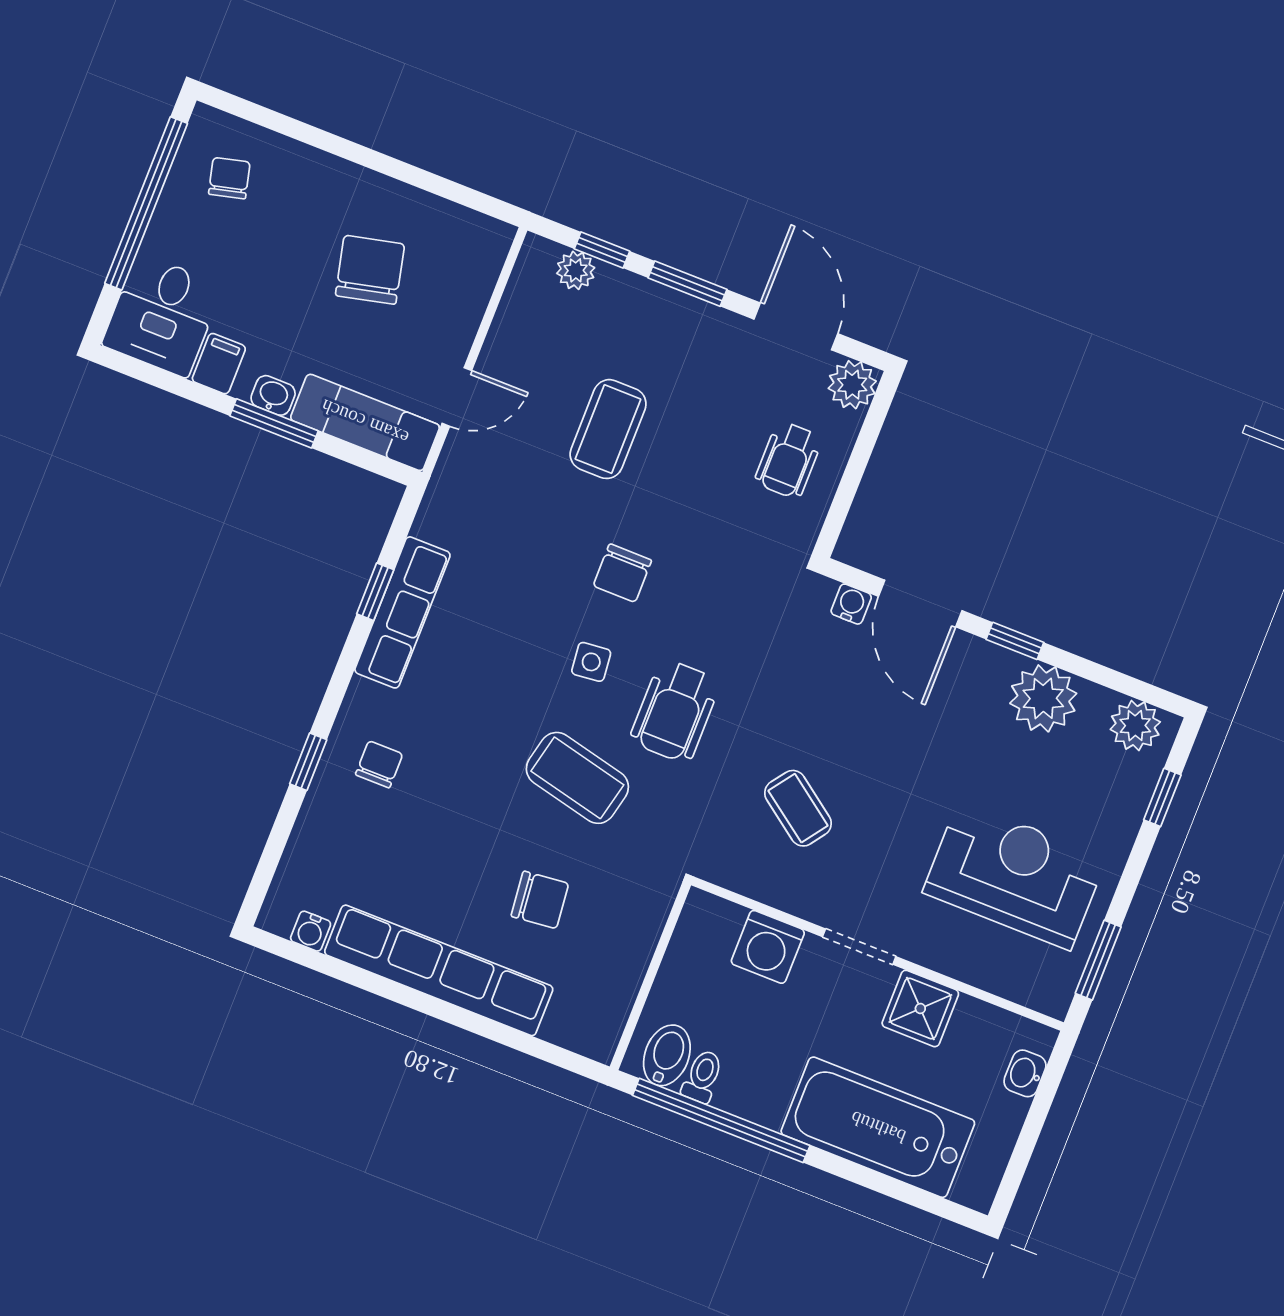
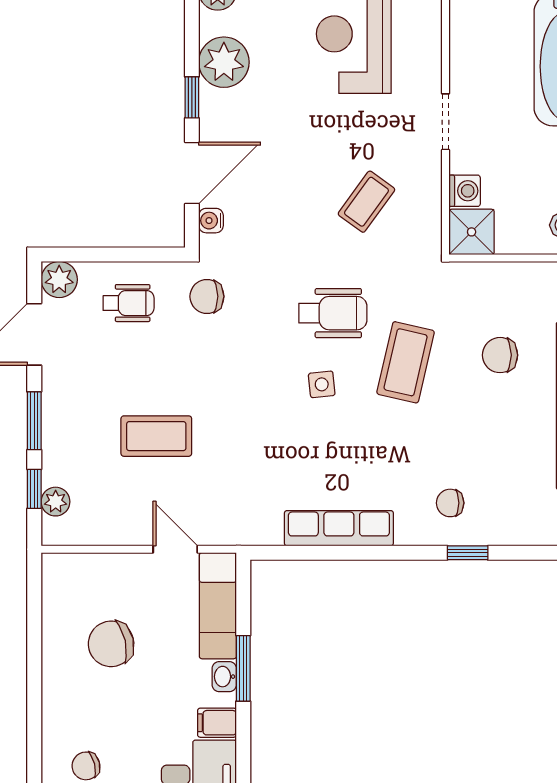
chair: (622, 573) -> (207, 296), moved, turned 180
window: (375, 592) -> (332, 553), removed
chair: (540, 900) -> (500, 355), turned -84
washing machine: (768, 947) -> (465, 191), width x0.73, depth x0.73
shower: (920, 1008) -> (472, 232), moved

